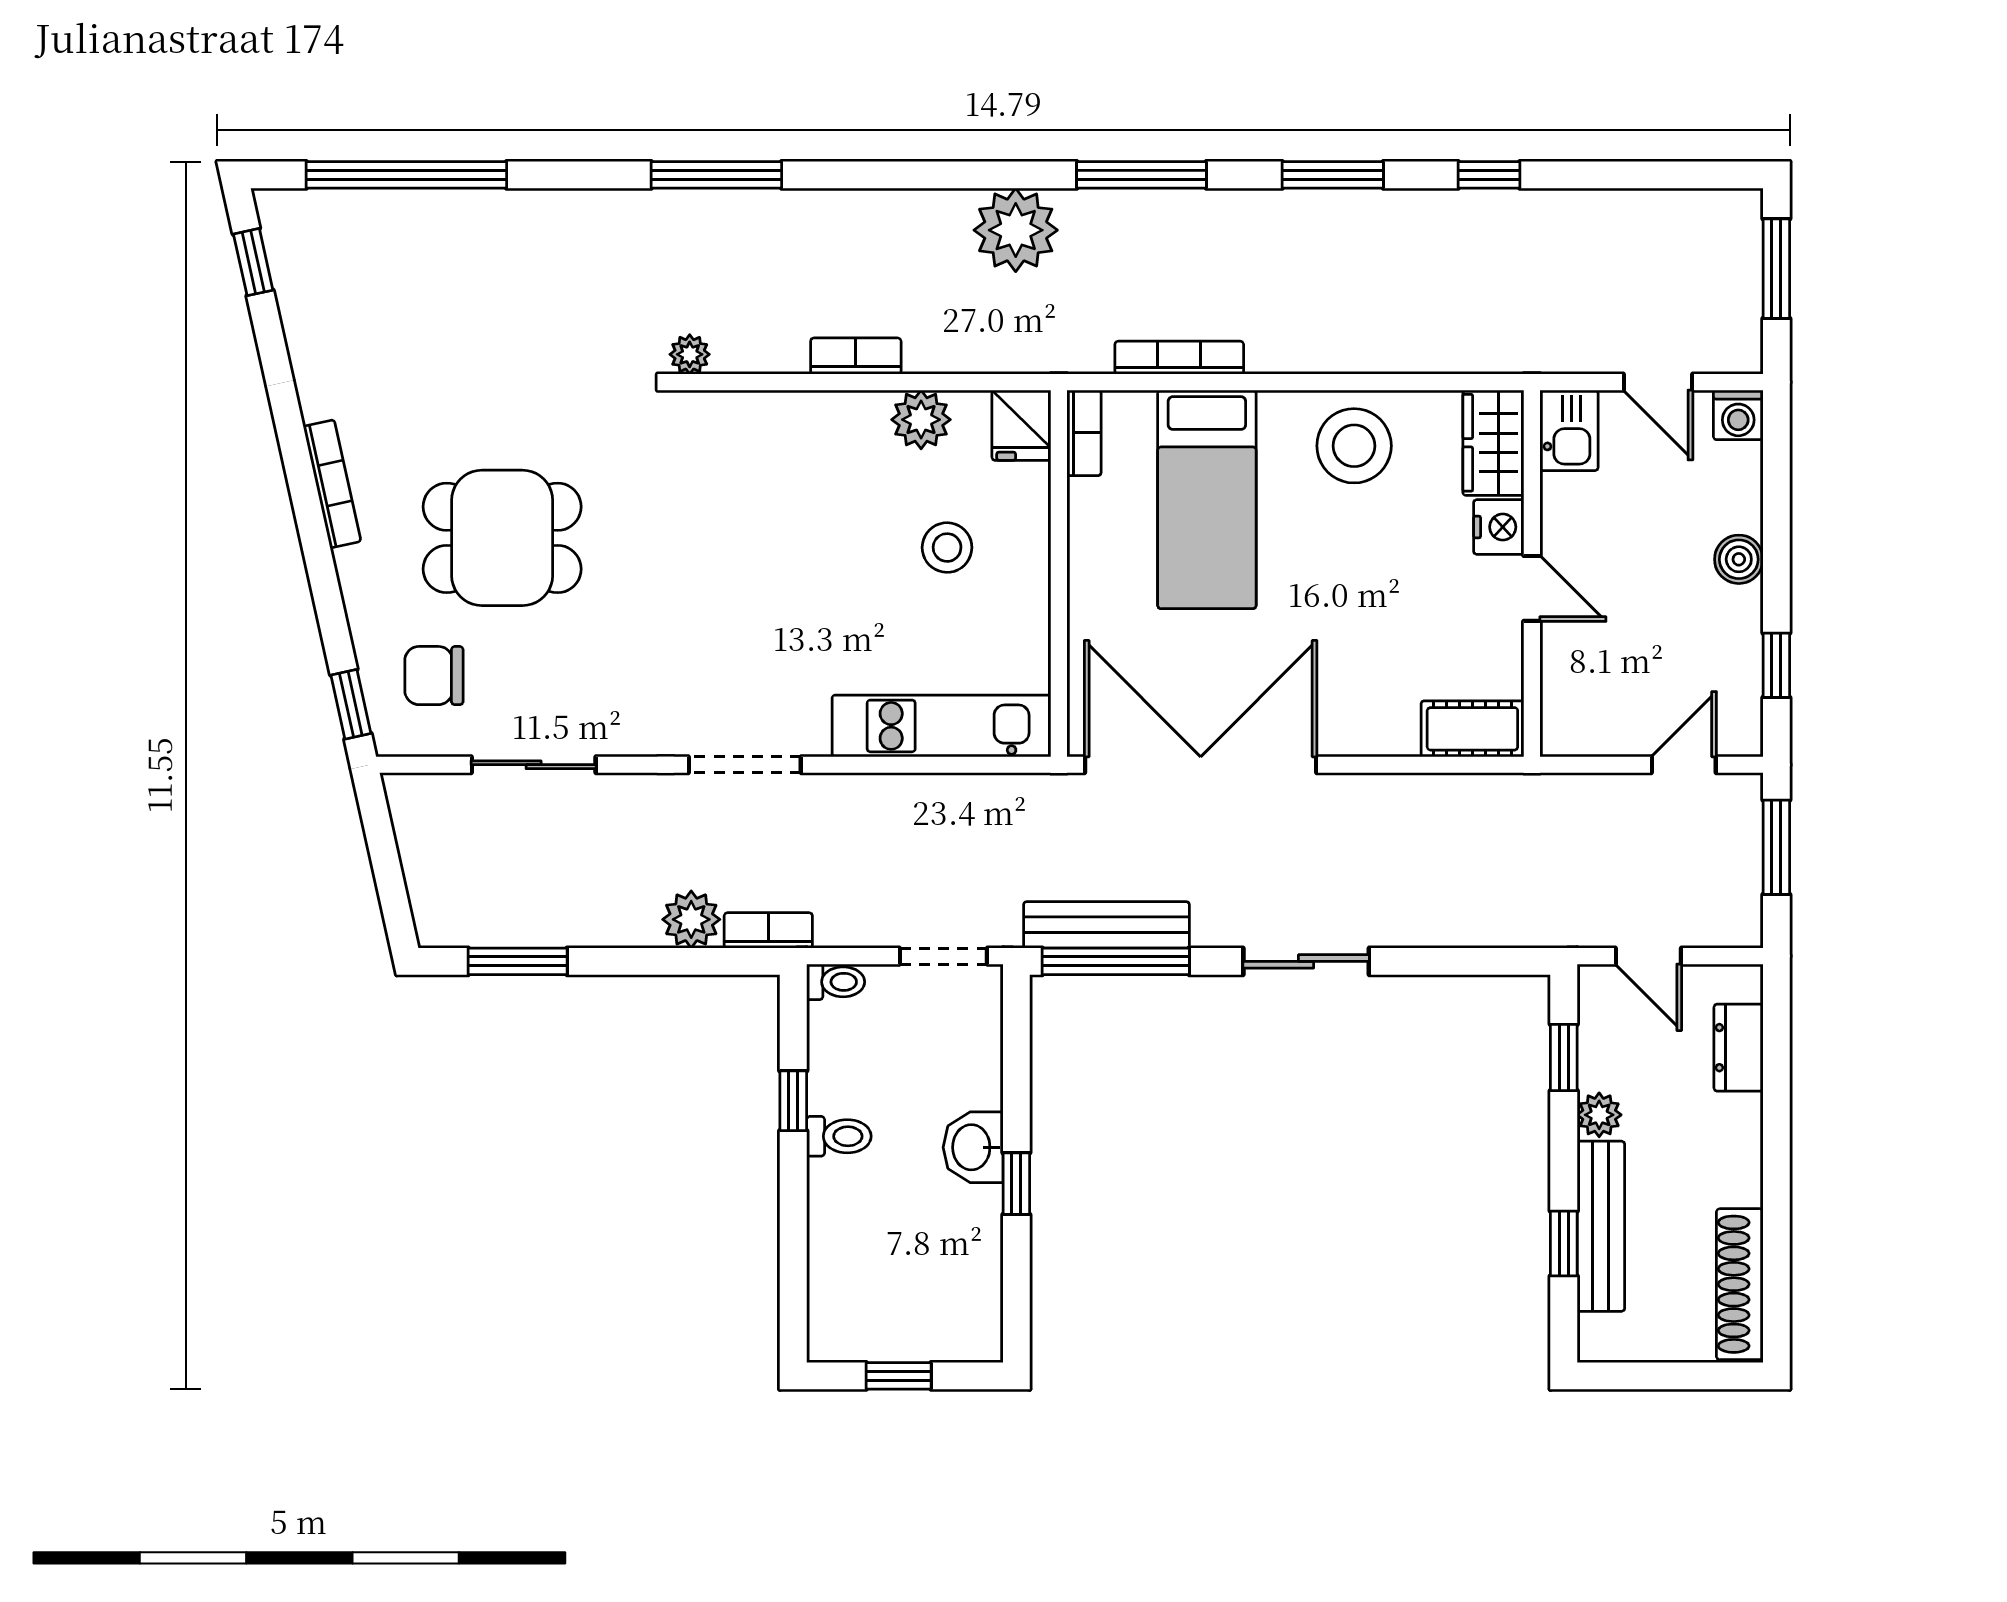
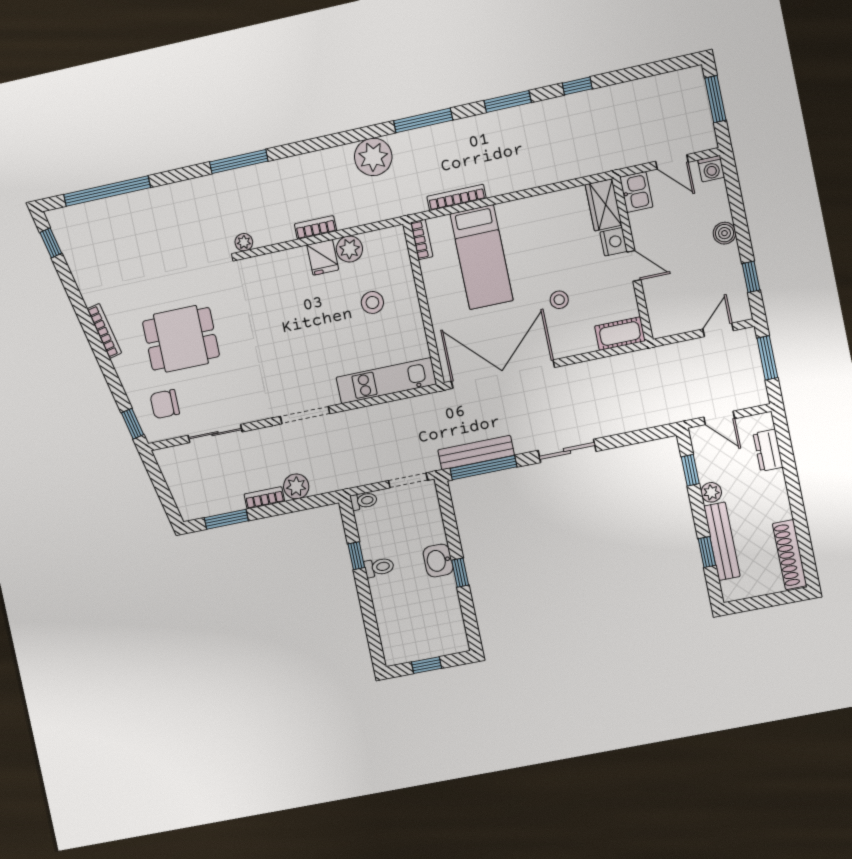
fridge: (1021, 425) -> (323, 257), moved
stool: (1354, 446) -> (559, 300), moved, width x0.53, depth x0.53
bookcase: (768, 930) -> (264, 498), moved

